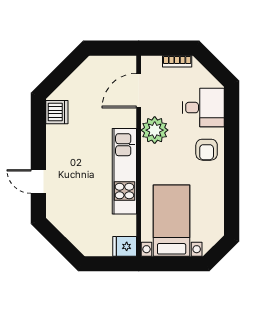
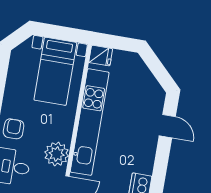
kitchen unit: (124, 171) -> (90, 122), width x1.36

